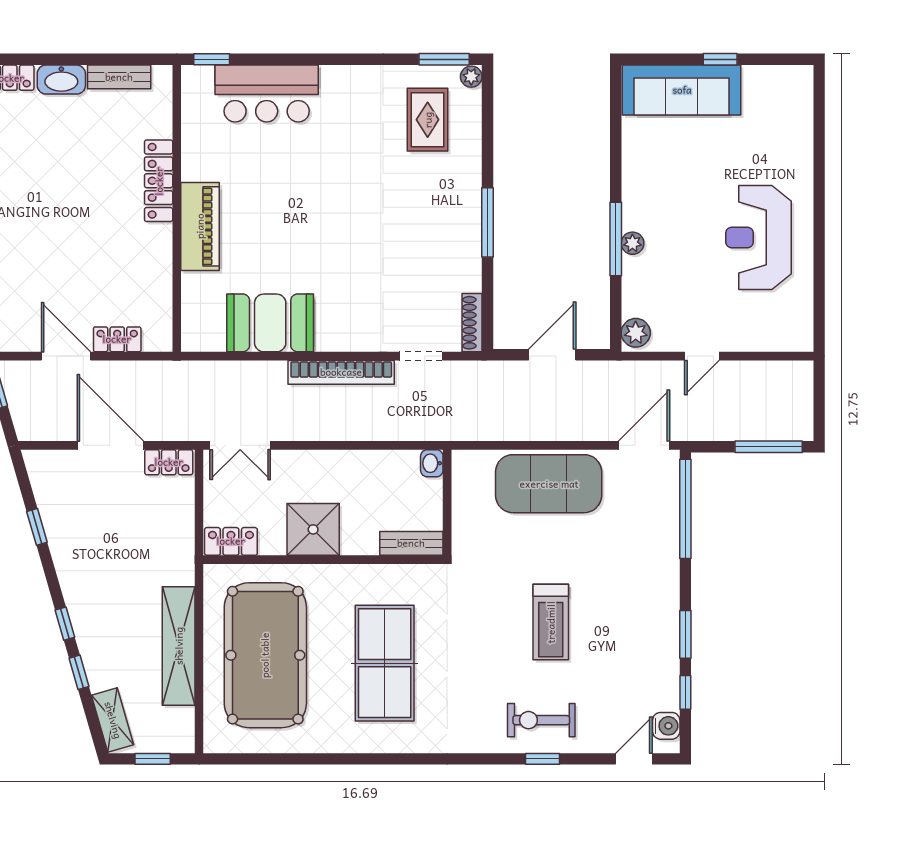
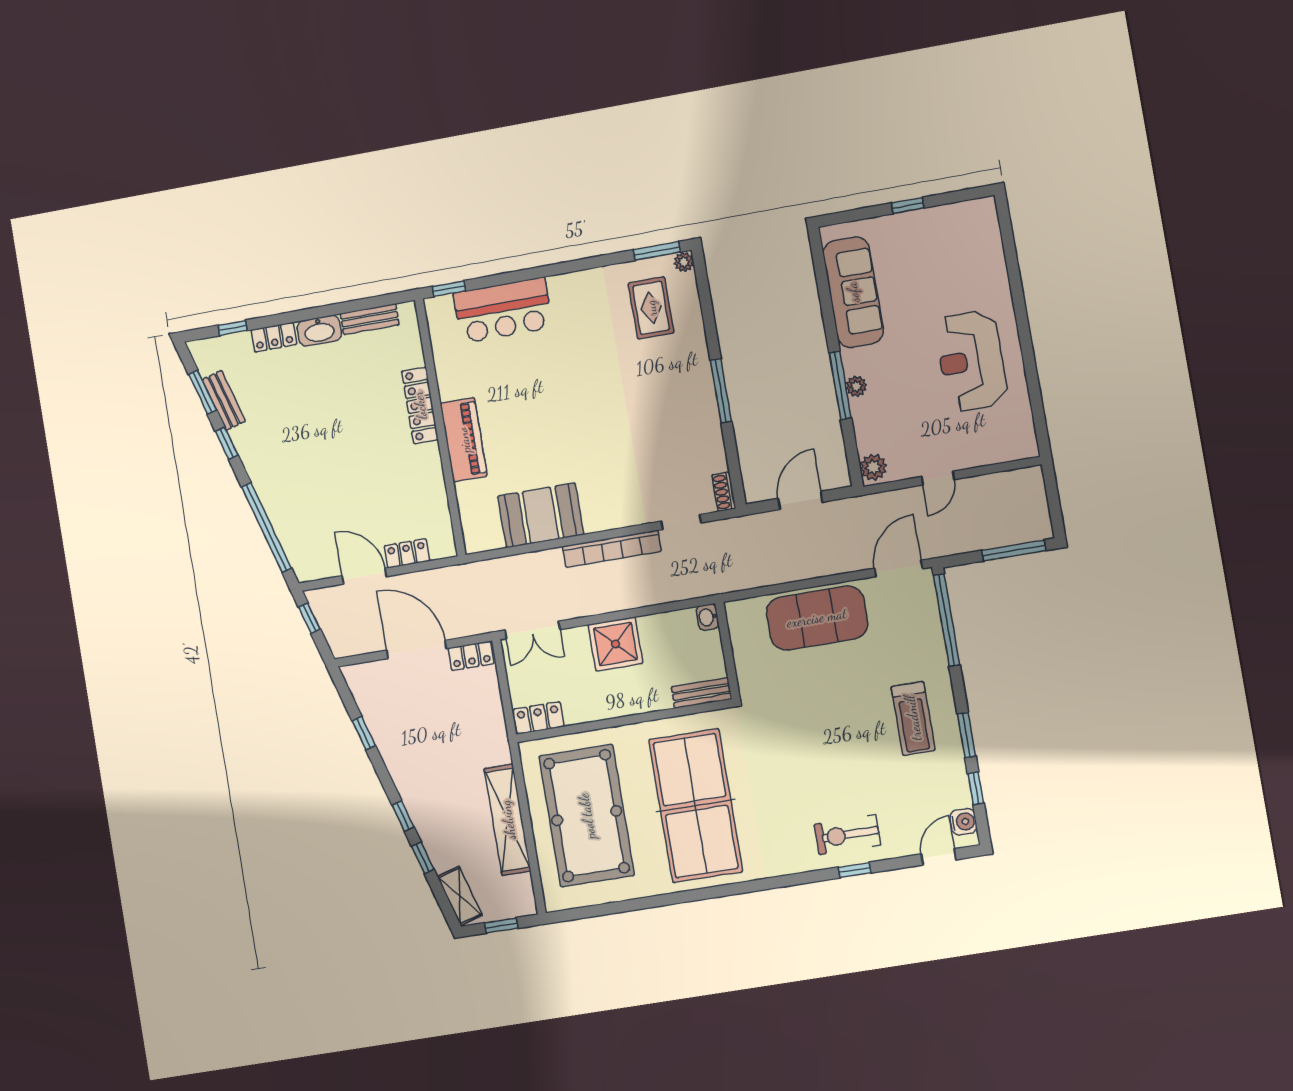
sofa: (682, 90) -> (853, 292), moved, turned -90
shoe rack: (472, 323) -> (724, 492), width x0.70
shower: (313, 529) -> (615, 644), moved
treadmill: (551, 622) -> (913, 718), moved
table tennis table: (385, 663) -> (696, 806), width x1.36, depth x1.32

